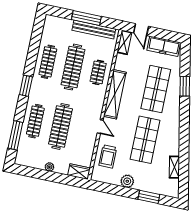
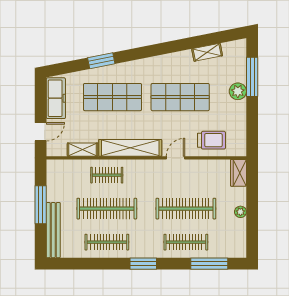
bench: (94, 30) -> (53, 230), moved
shelving: (124, 42) -> (83, 150), moved
plant: (127, 181) -> (238, 91), moved
window: (149, 197) -> (252, 77), width x1.44

